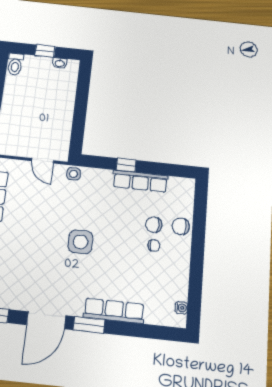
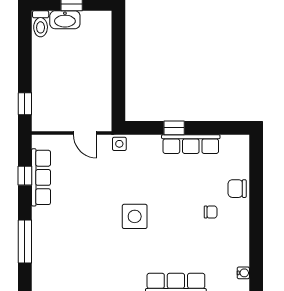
washbasin: (60, 63) -> (65, 20), moved, width x1.91, depth x1.45
chair: (154, 225) -> (209, 190), removed

